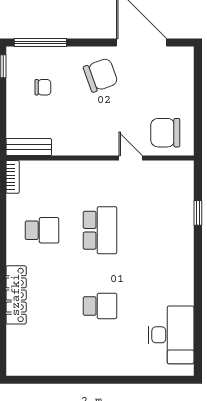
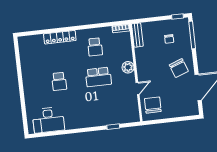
plant: (88, 172) -> (128, 67), added

